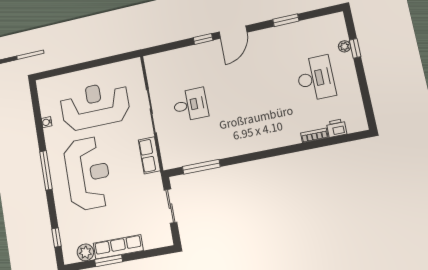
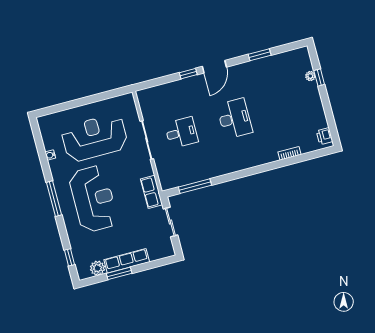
desk: (316, 78) -> (235, 119), moved
printer: (337, 128) -> (324, 136), moved, turned -90
row of seats: (149, 155) -> (151, 192), moved

